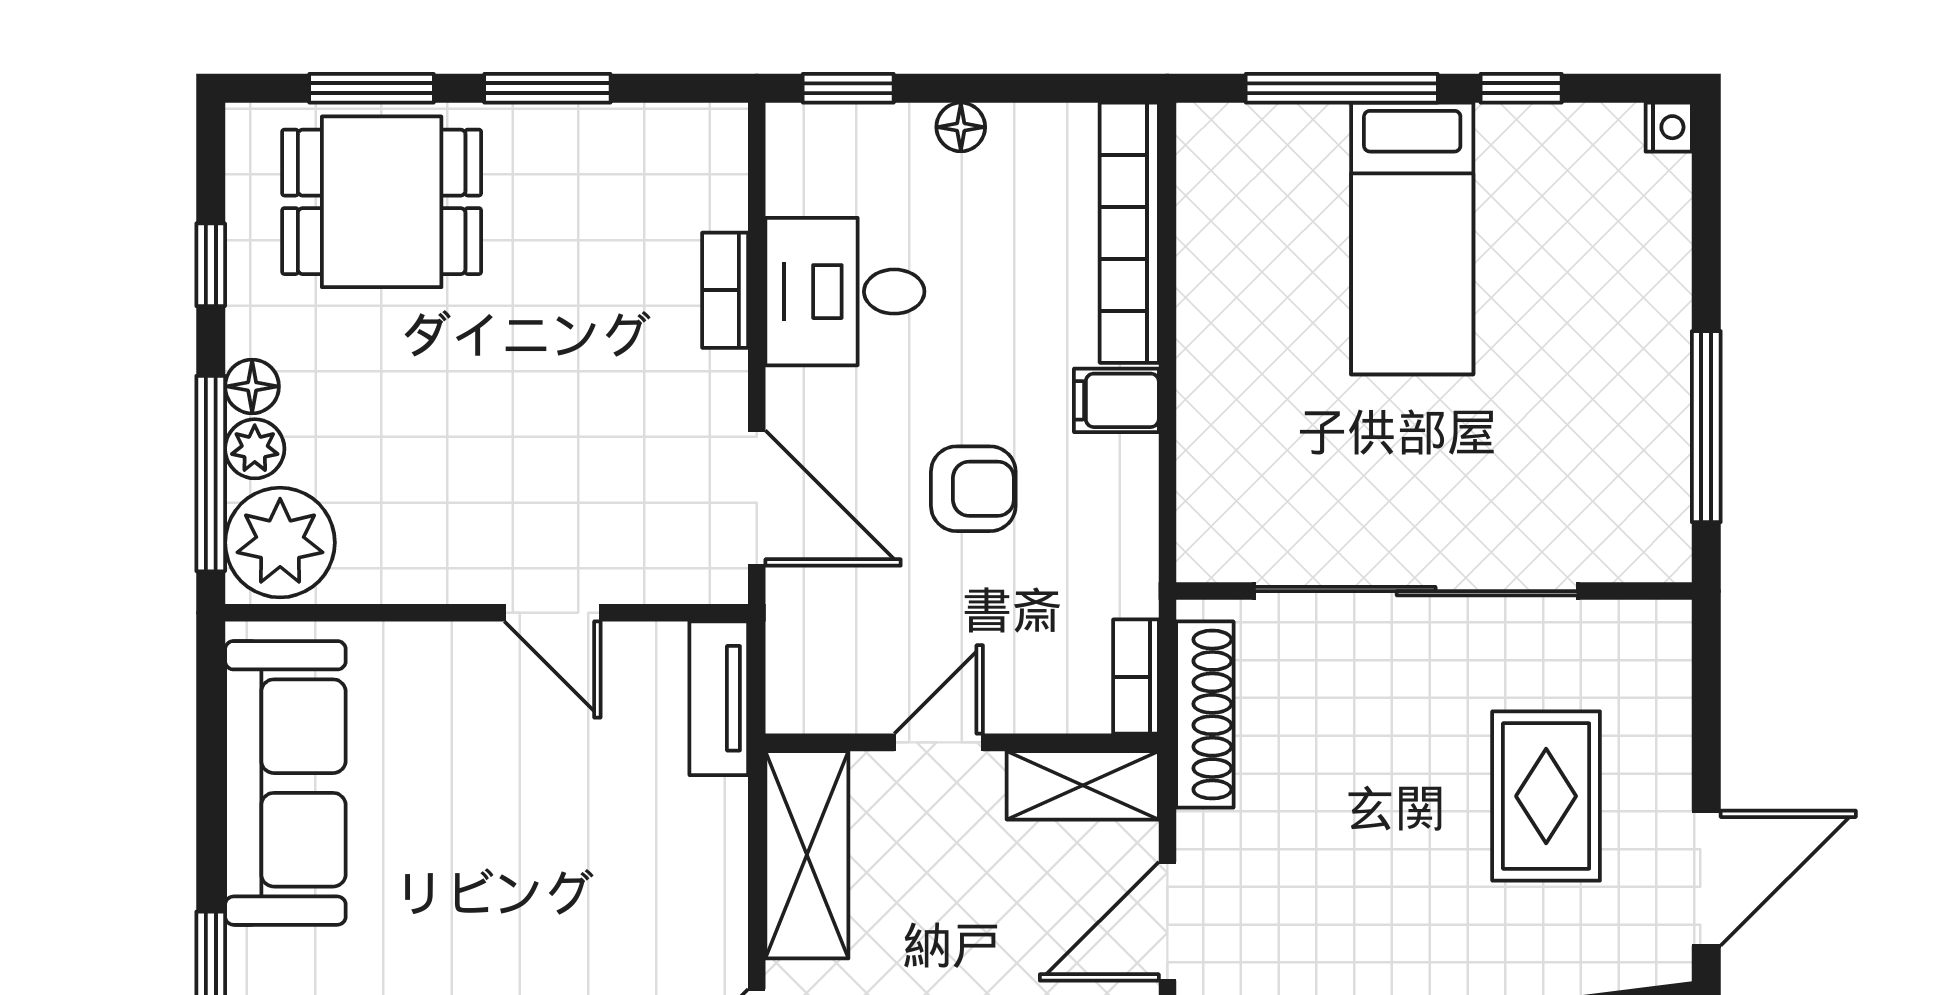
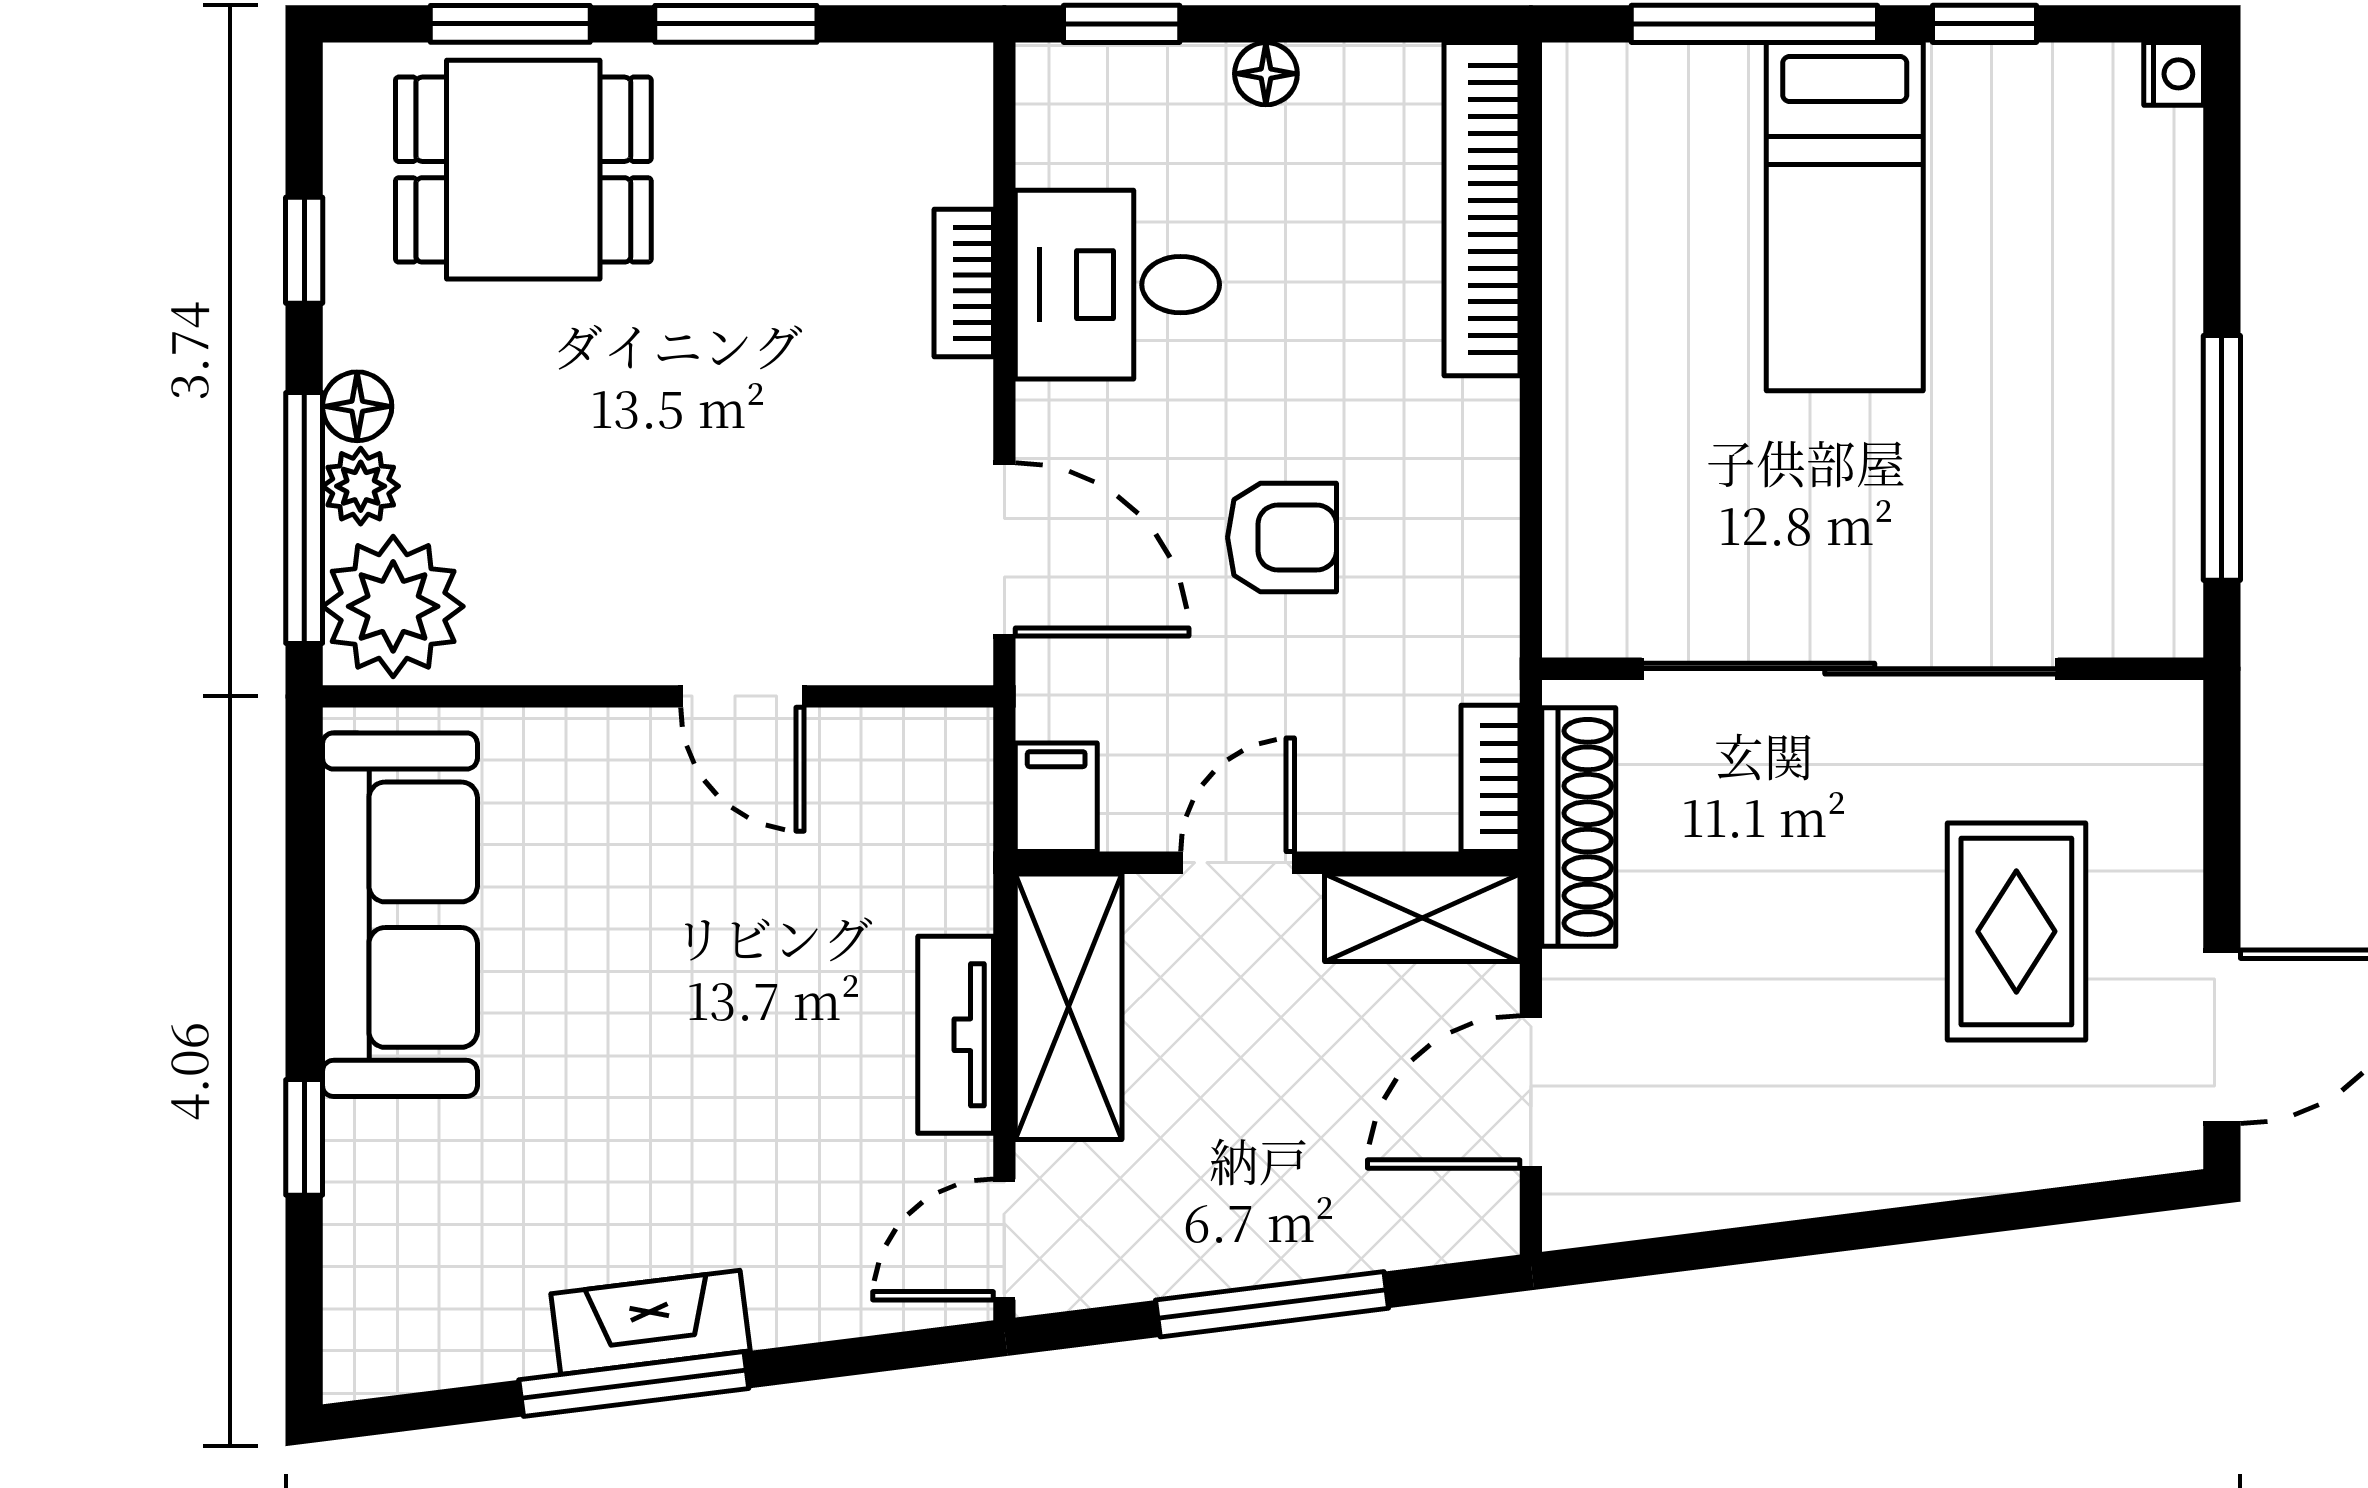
filing cabinet: (1116, 400) -> (1056, 797), moved, turned 90
tv unit: (719, 698) -> (956, 1035), moved

